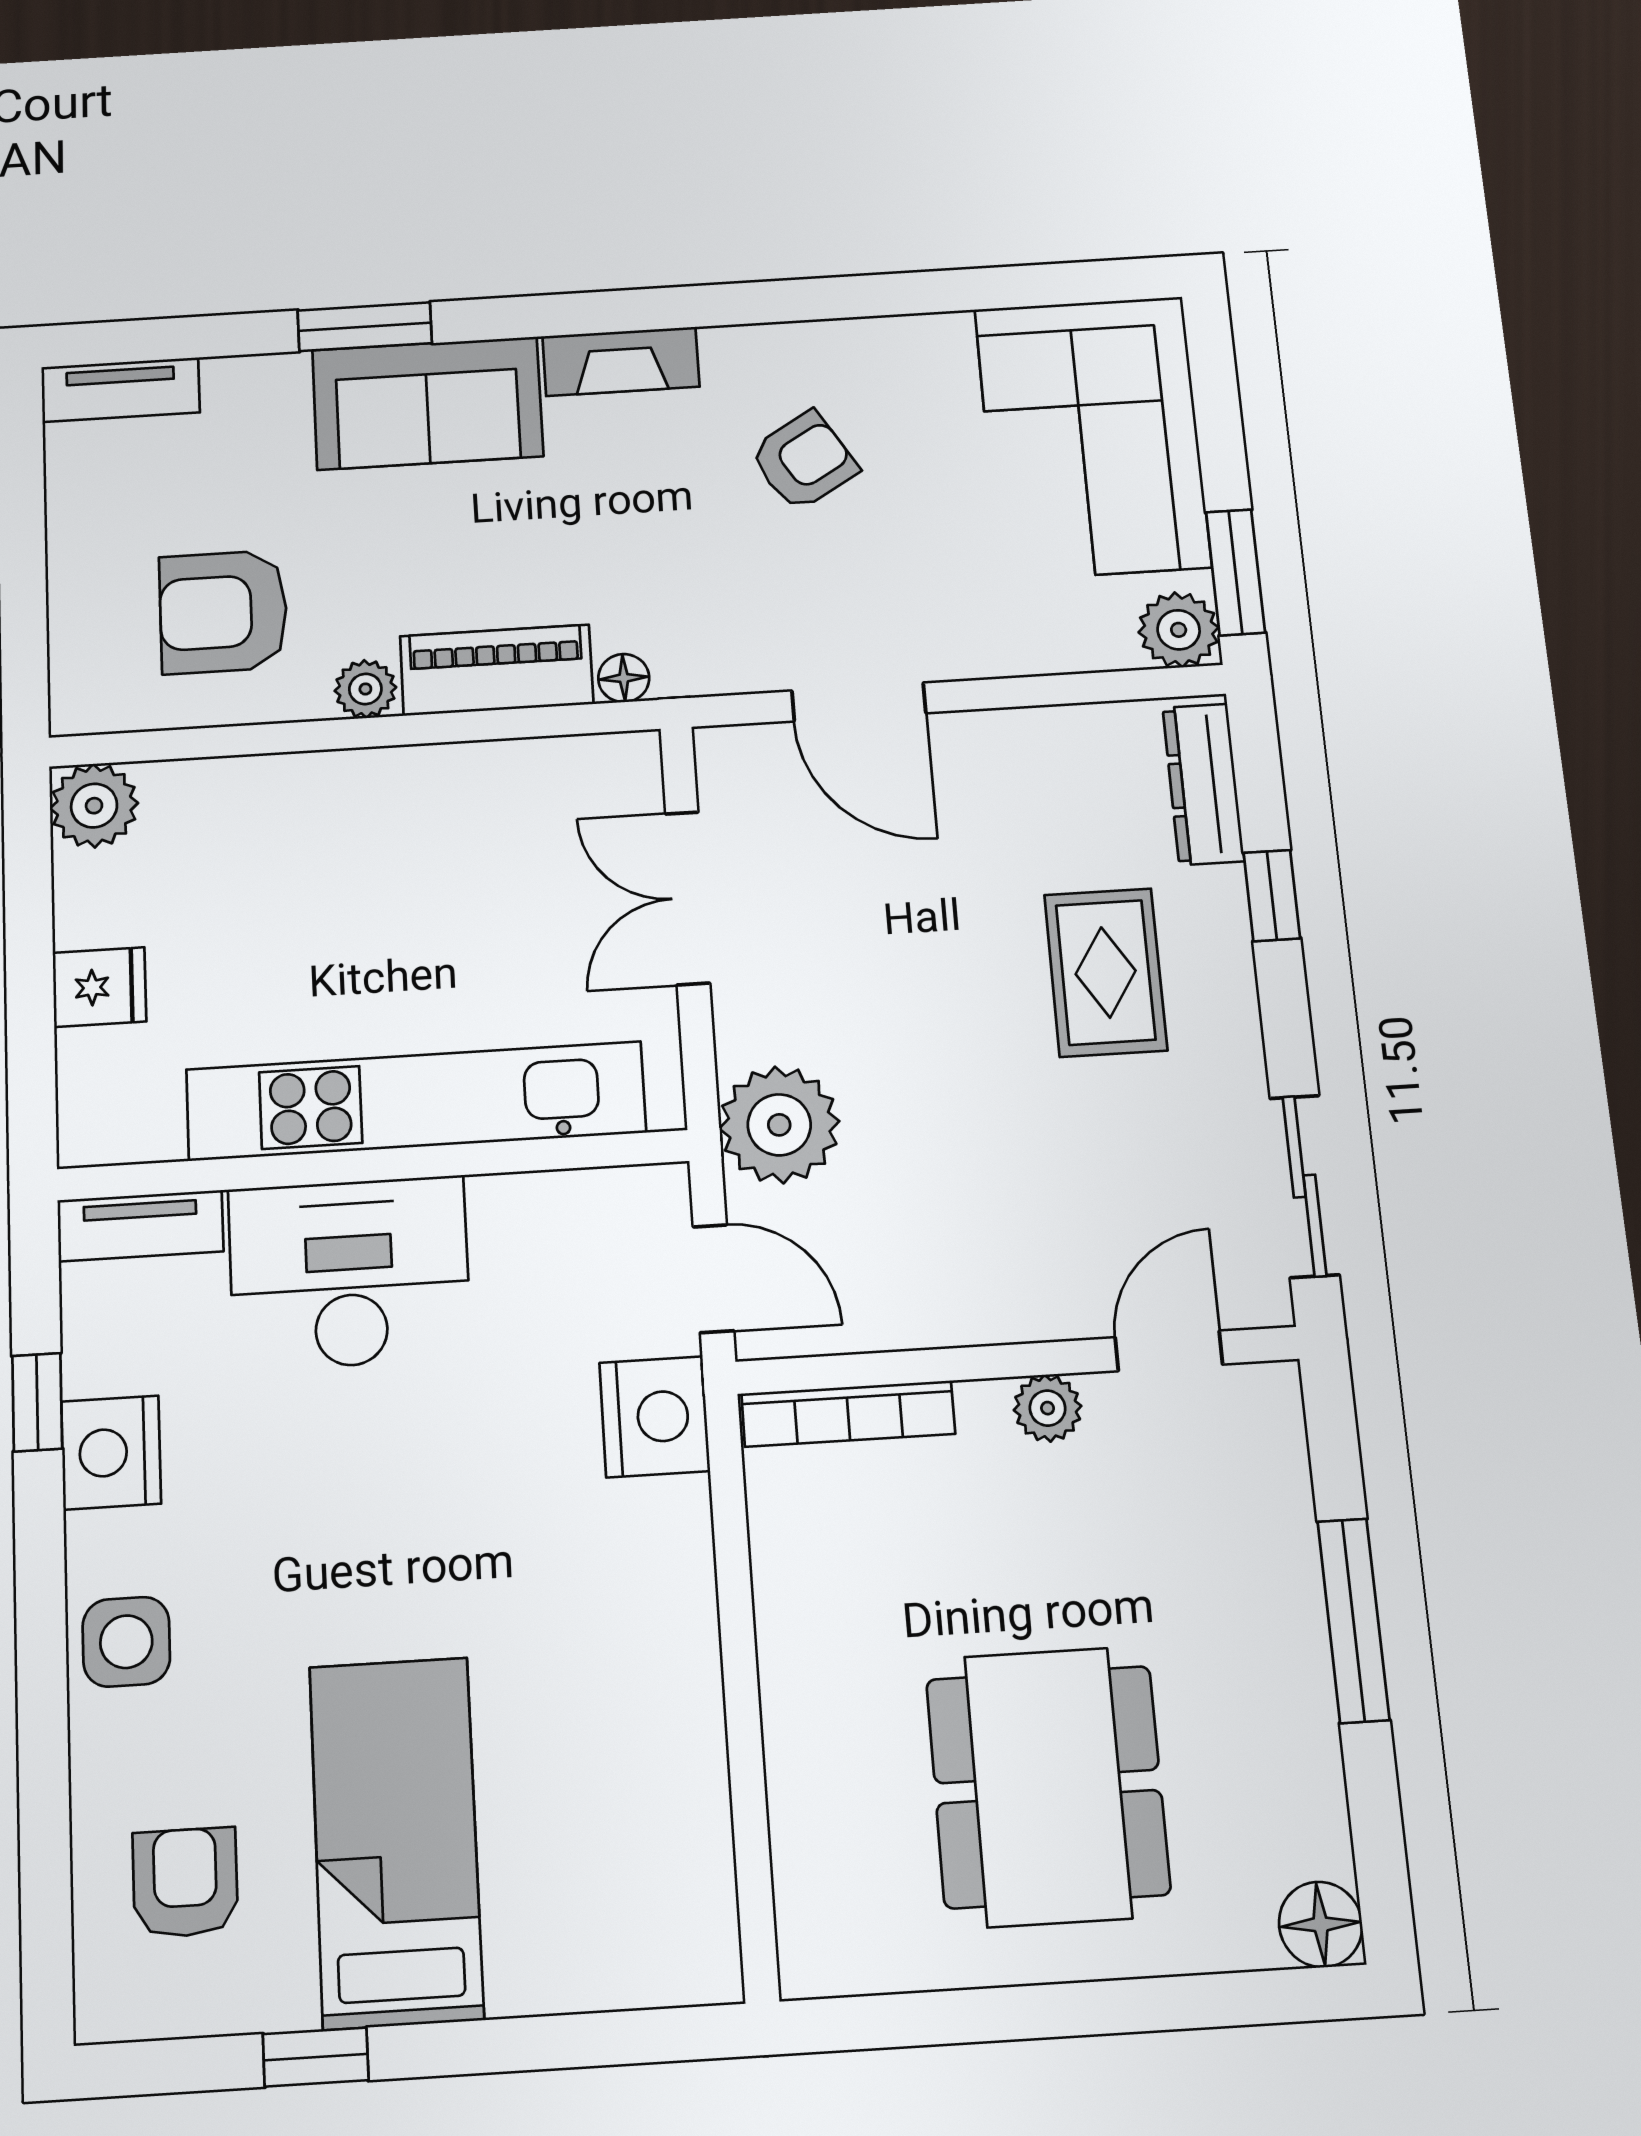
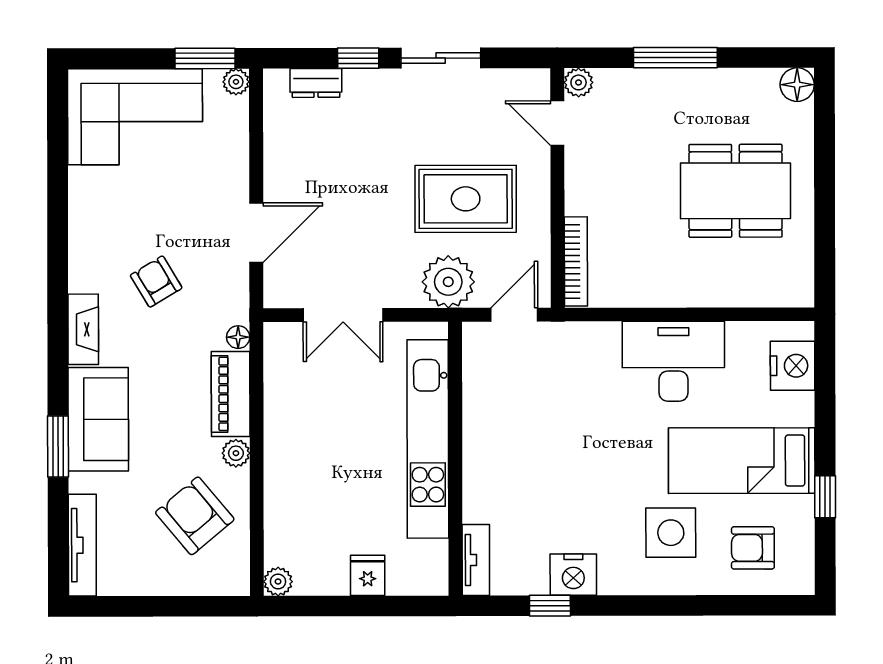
tv unit: (121, 390) -> (82, 545), width x1.41
armchair: (804, 461) -> (156, 282), moved
armchair: (223, 612) -> (195, 516), turned 140
plant: (1179, 630) -> (236, 82), width x0.73, depth x0.73
dresser: (1203, 784) -> (316, 83), width x0.70
plant: (94, 806) -> (278, 582), width x0.73, depth x0.73
rug: (1106, 972) -> (466, 199), moved, width x1.36, depth x1.43
sliding door: (1305, 1186) -> (441, 58), moved
desk: (349, 1273) -> (673, 361), moved, turned 90
plant: (1048, 1408) -> (579, 82), moved
nightstand: (655, 1417) -> (793, 366), moved, turned 90
side table: (126, 1642) -> (671, 533), moved, width x1.37, depth x1.37

